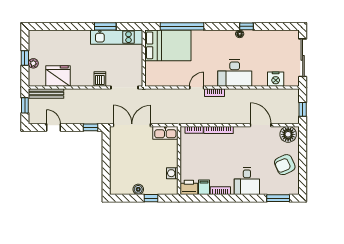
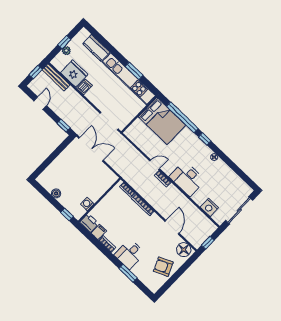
window: (246, 26) -> (205, 139), moved
kitchen counter: (56, 37) -> (96, 48), added
kitchen unit: (117, 37) -> (129, 79), width x1.36
dishwasher: (100, 79) -> (84, 87), moved
kitchen sink: (165, 133) -> (107, 174), removed
window: (151, 198) -> (67, 215), moved
window: (278, 198) -> (128, 273), moved

